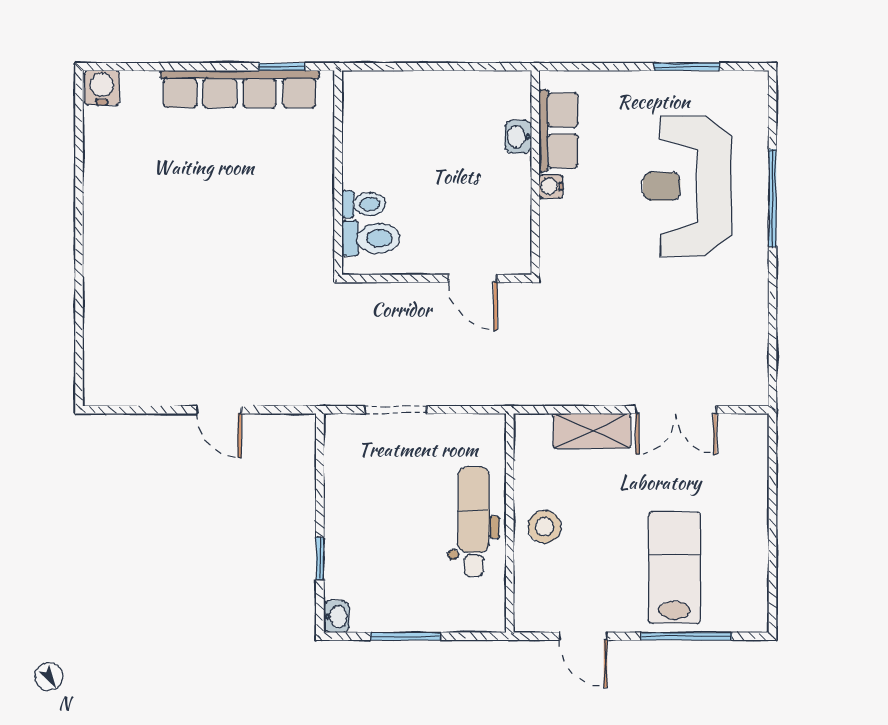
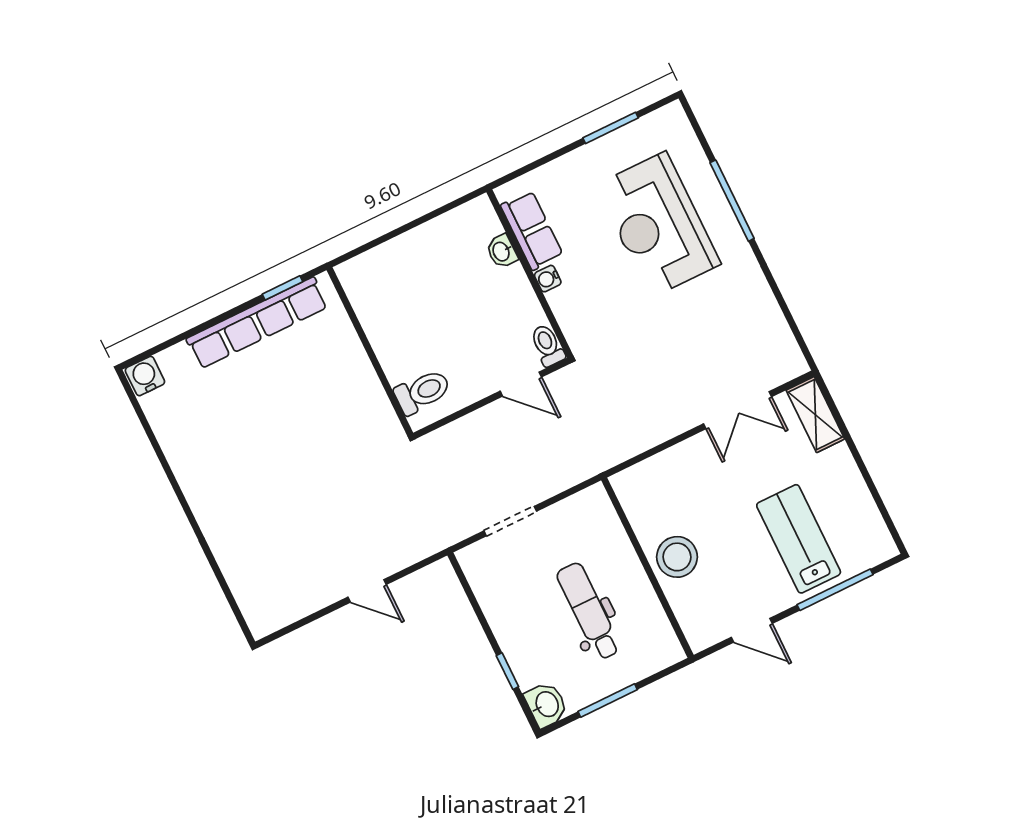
toilet: (364, 204) -> (547, 345), moved, turned -90
shelving: (592, 431) -> (815, 415), moved, turned 90
dental chair: (474, 522) -> (589, 611), moved
stool: (544, 527) -> (677, 557), width x1.38, depth x1.38
washbasin: (336, 617) -> (546, 705), width x1.38, depth x1.45

